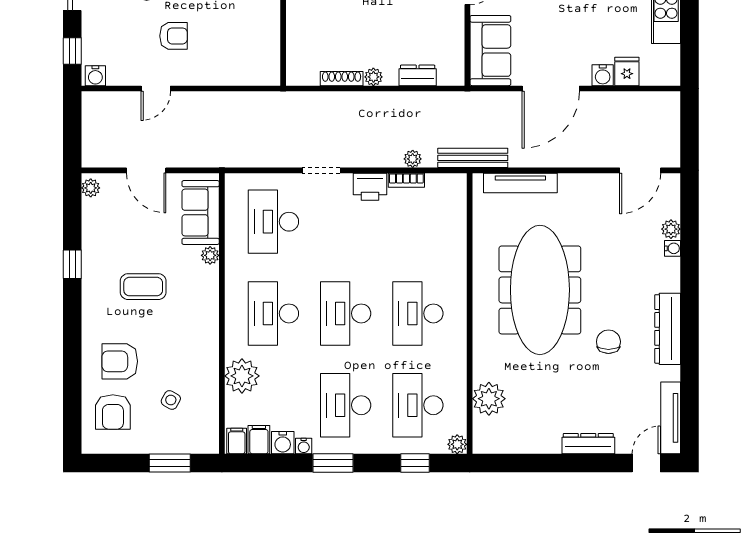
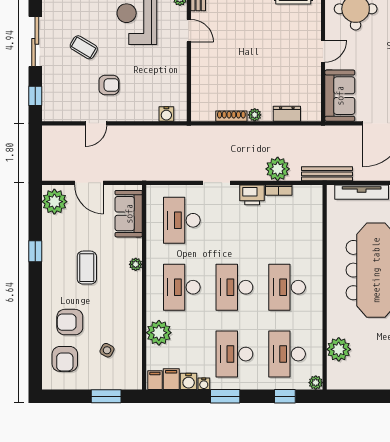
water cooler: (95, 76) -> (166, 114), moved
plant: (413, 159) -> (278, 169), width x1.88, depth x1.88
plant: (91, 188) -> (54, 202), width x1.88, depth x1.88
plant: (210, 255) -> (136, 264), moved
coffee table: (143, 287) -> (87, 268), turned 90

